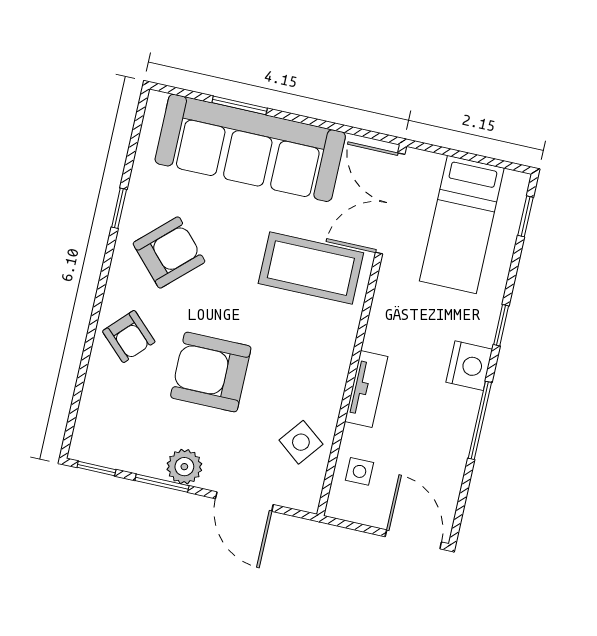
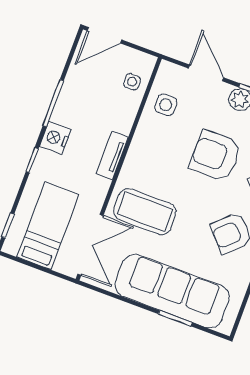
armchair: (211, 372) -> (216, 156), turned 180
tv unit: (366, 389) -> (112, 156), moved
side table: (301, 442) -> (166, 105), turned -38
door: (413, 539) -> (104, 35), hinge flipped

